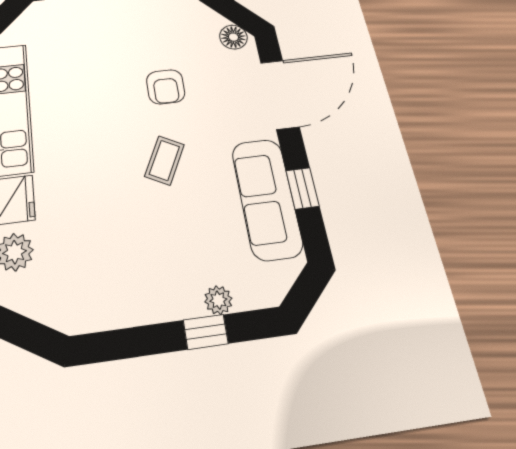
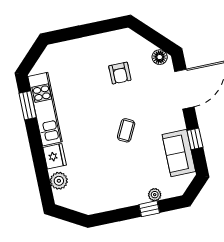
armchair: (166, 87) -> (120, 73), moved
sofa: (267, 198) -> (179, 153), width x0.73

